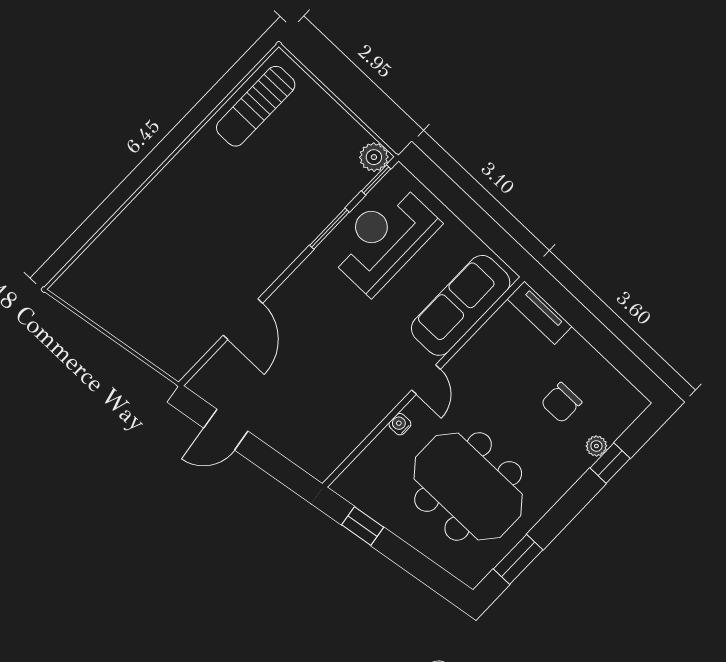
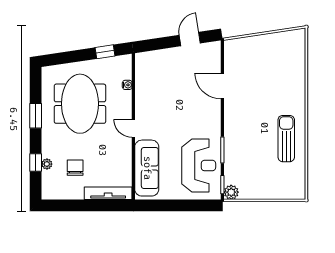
sun lounger: (256, 106) -> (286, 139), moved
tv unit: (539, 313) -> (108, 193), width x1.41
water cooler: (400, 424) -> (127, 85), moved
meeting table: (468, 486) -> (80, 104), turned 90
window: (518, 559) -> (36, 116), moved

